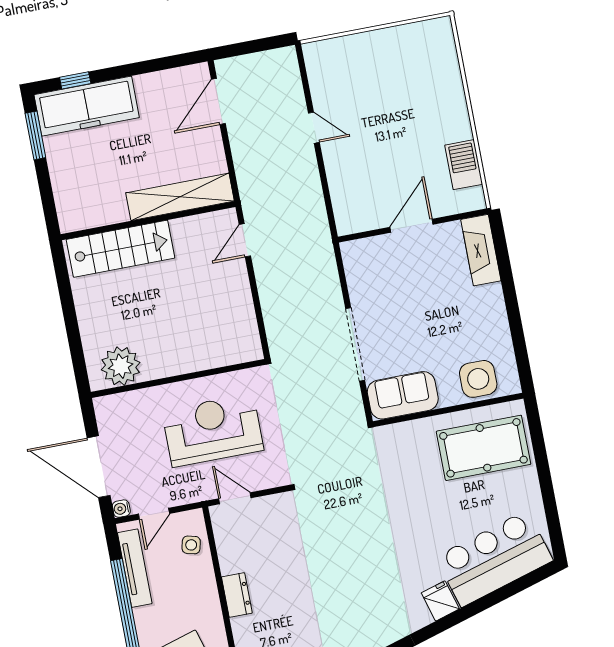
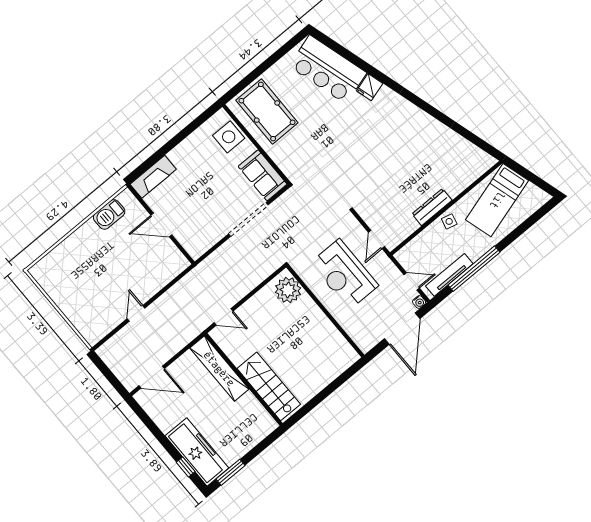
plant: (121, 366) -> (288, 290), moved
side table: (191, 545) -> (449, 221), moved
dresser: (237, 595) -> (432, 207), width x1.44

